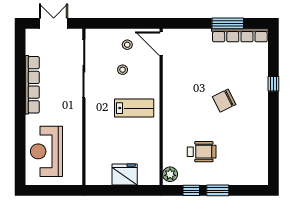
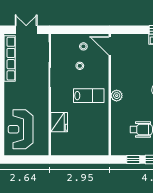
row of seats: (32, 85) -> (10, 59), moved
fridge: (125, 174) -> (59, 122), moved, turned 90
plant: (170, 174) -> (117, 96), moved

